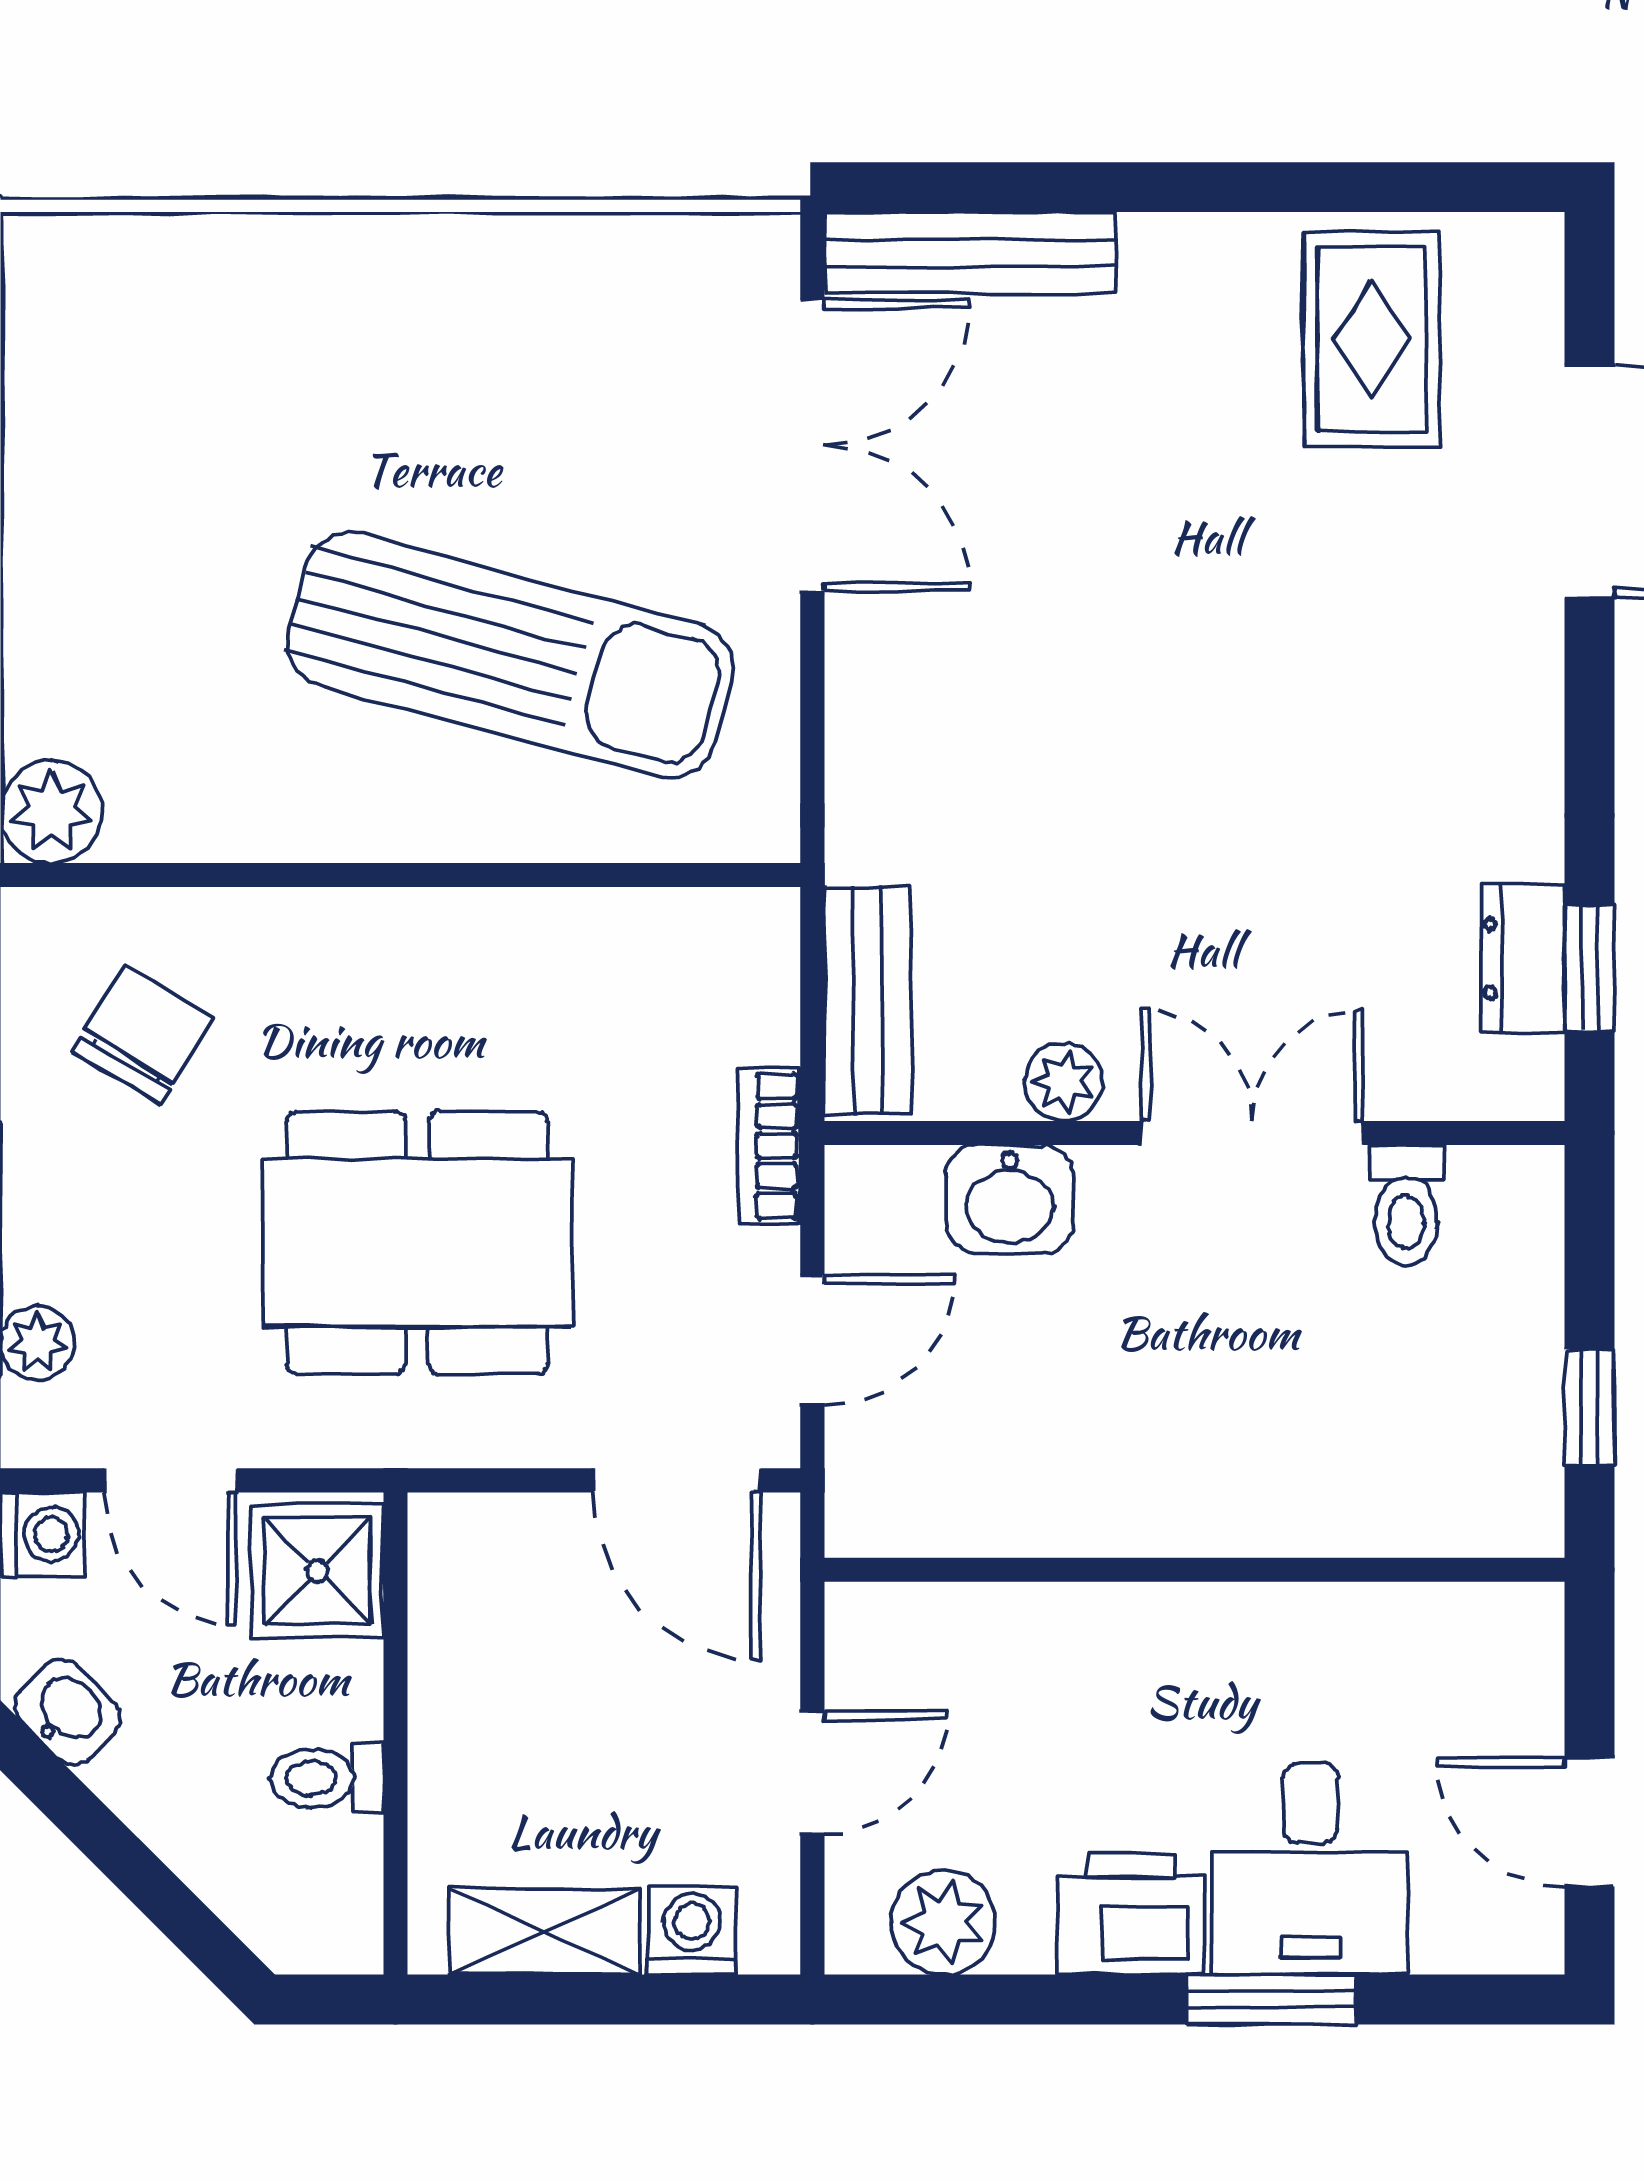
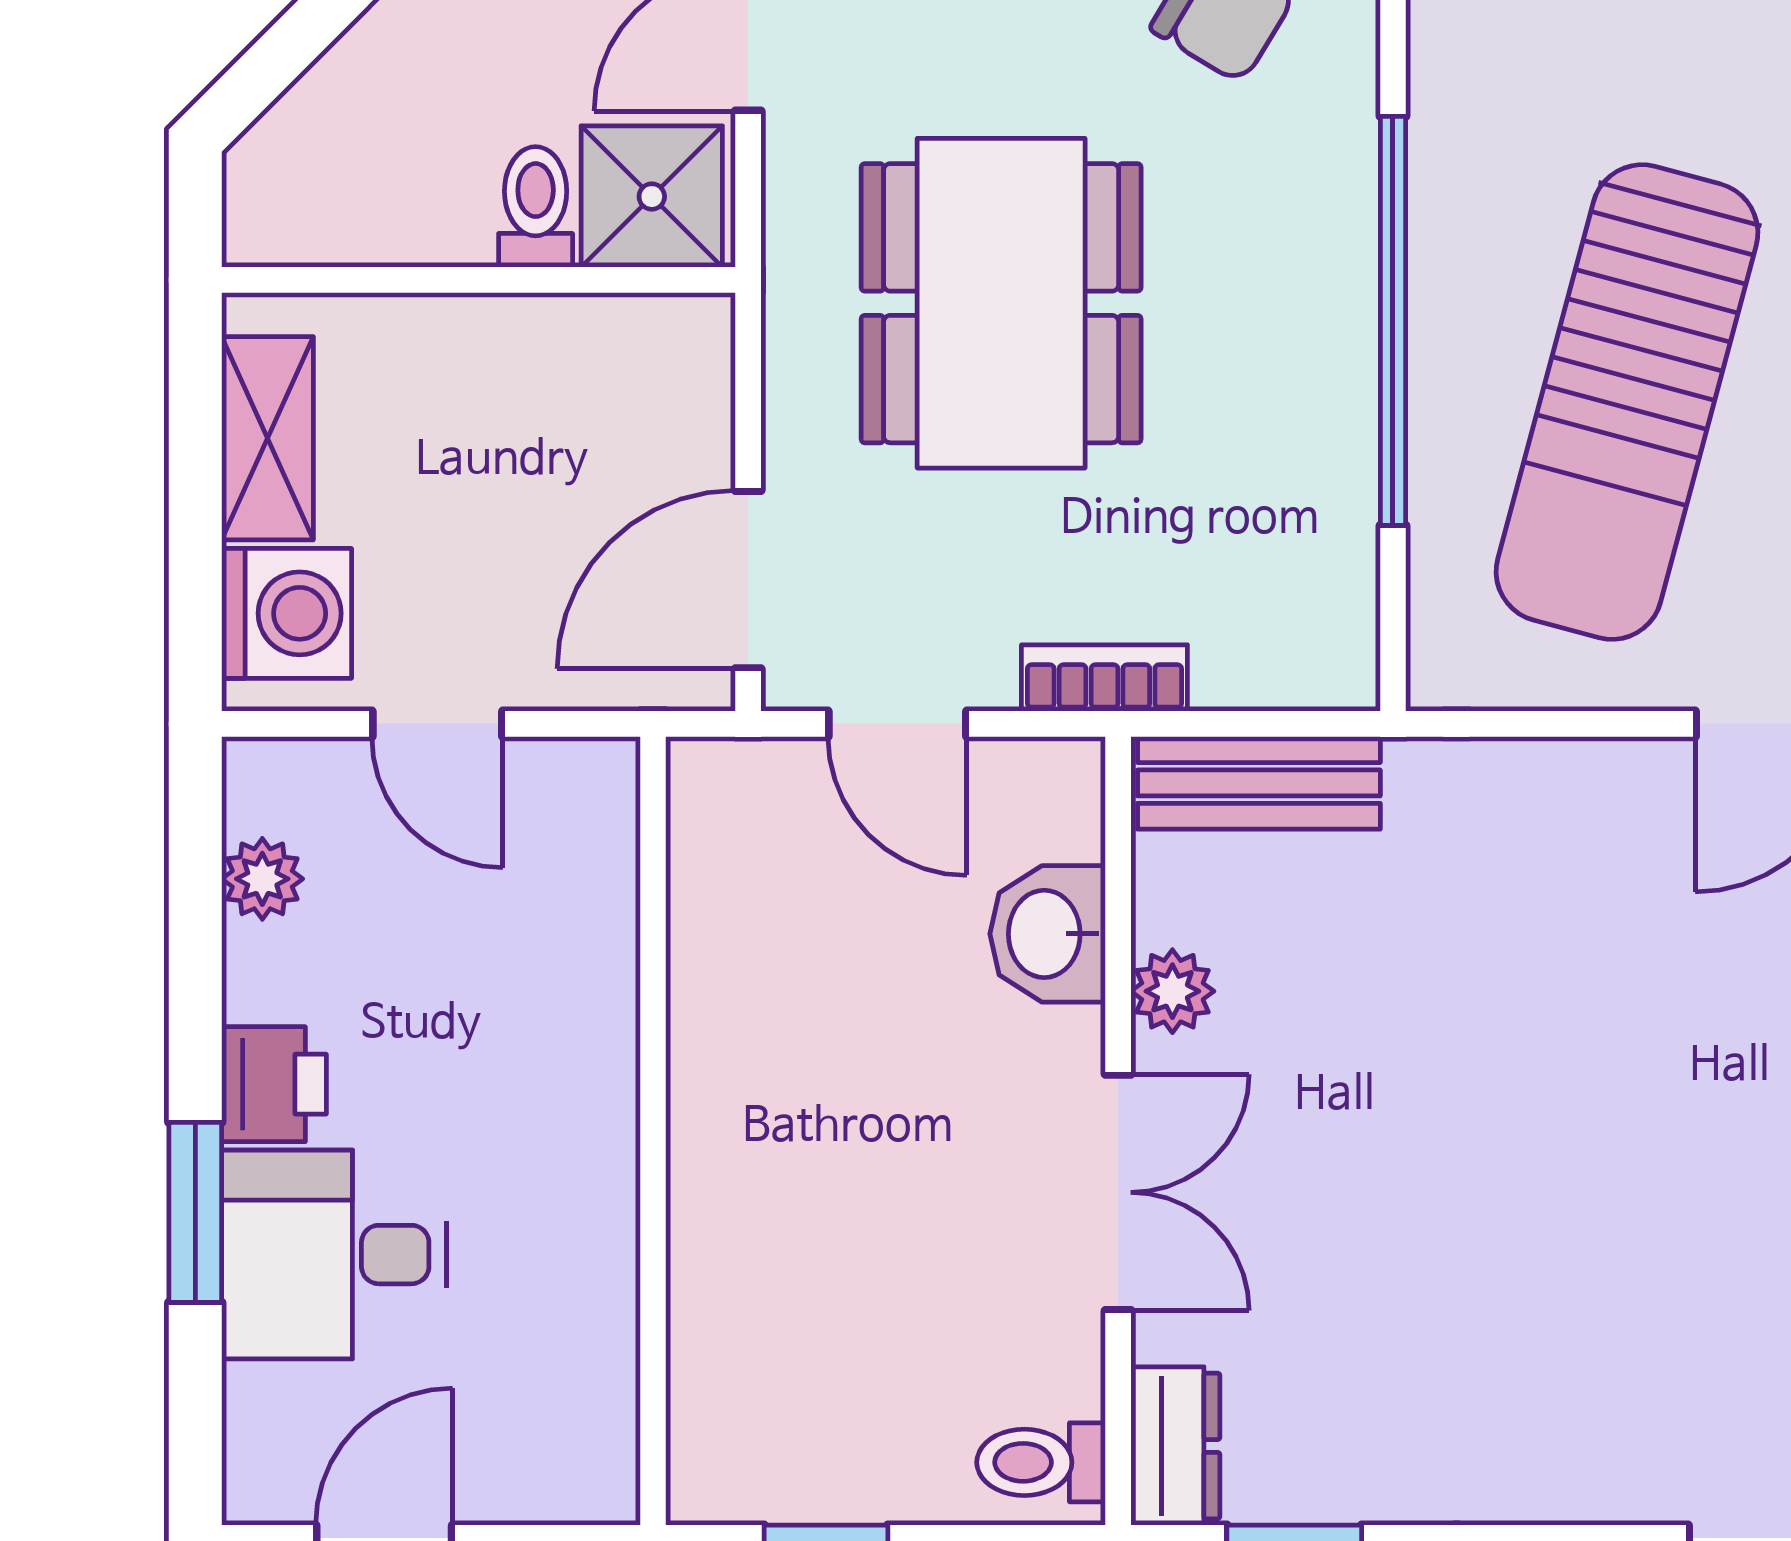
window: (434, 875) -> (1393, 321), added
dresser: (1523, 958) -> (1175, 1446), moved, turned 90
toilet: (1406, 1205) -> (1041, 1462), moved
toilet: (327, 1778) -> (536, 207), moved
printer: (1131, 1914) -> (274, 1084), width x0.73, depth x0.81
plant: (944, 1922) -> (262, 879), width x0.73, depth x0.73
washing machine: (692, 1930) -> (287, 613), width x1.38, depth x1.38

